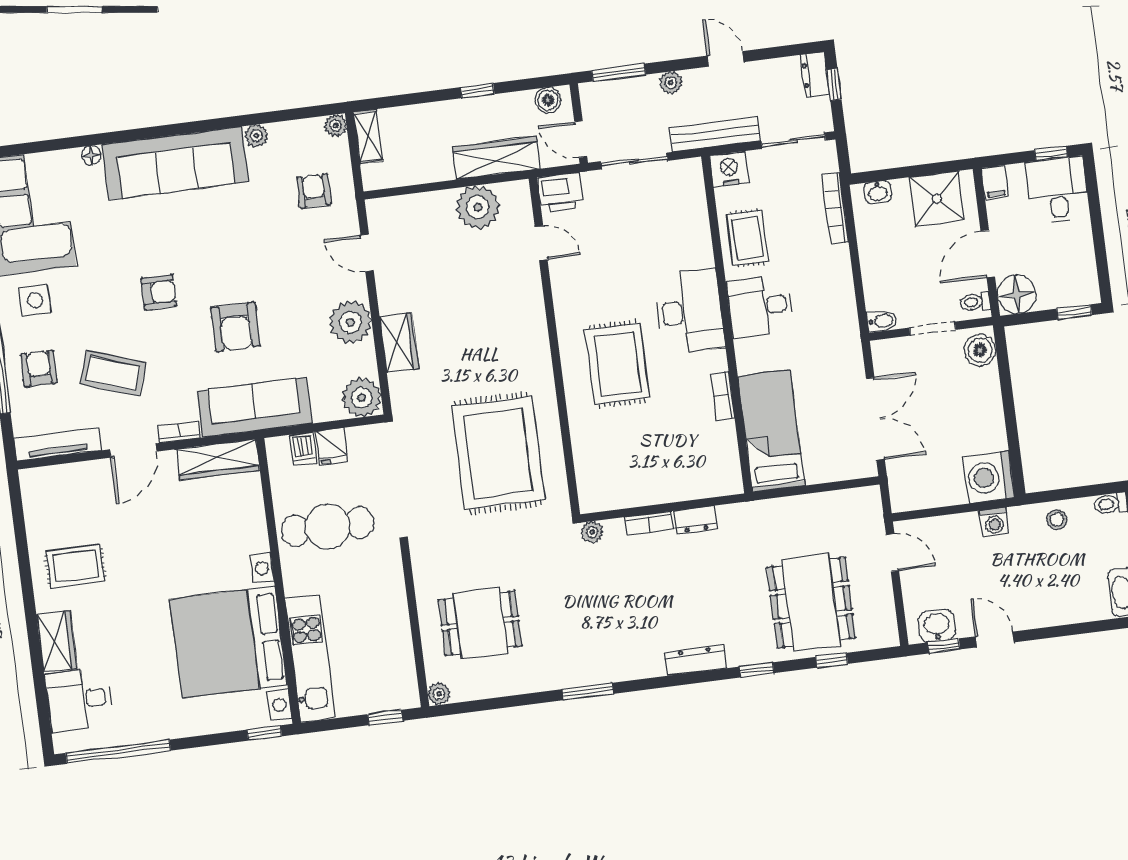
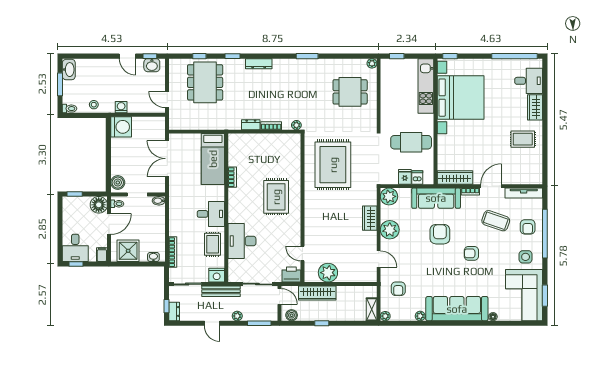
desk: (689, 311) -> (242, 241), moved

